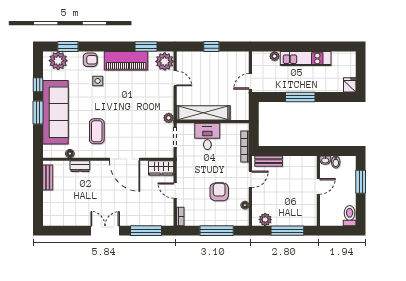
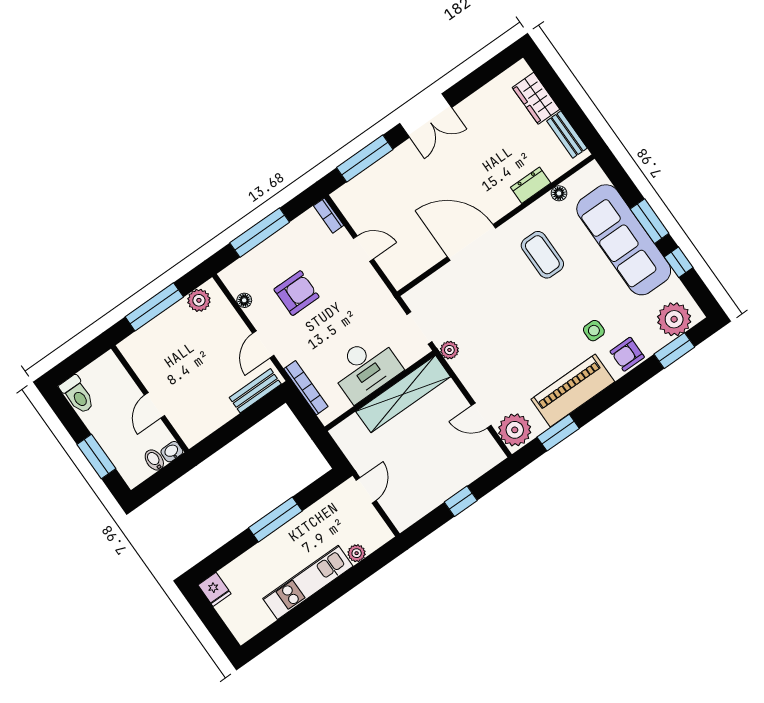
desk: (207, 136) -> (365, 368), width x1.37
wardrobe: (161, 168) -> (536, 98), moved, turned -90
armchair: (219, 192) -> (297, 293), turned -90

